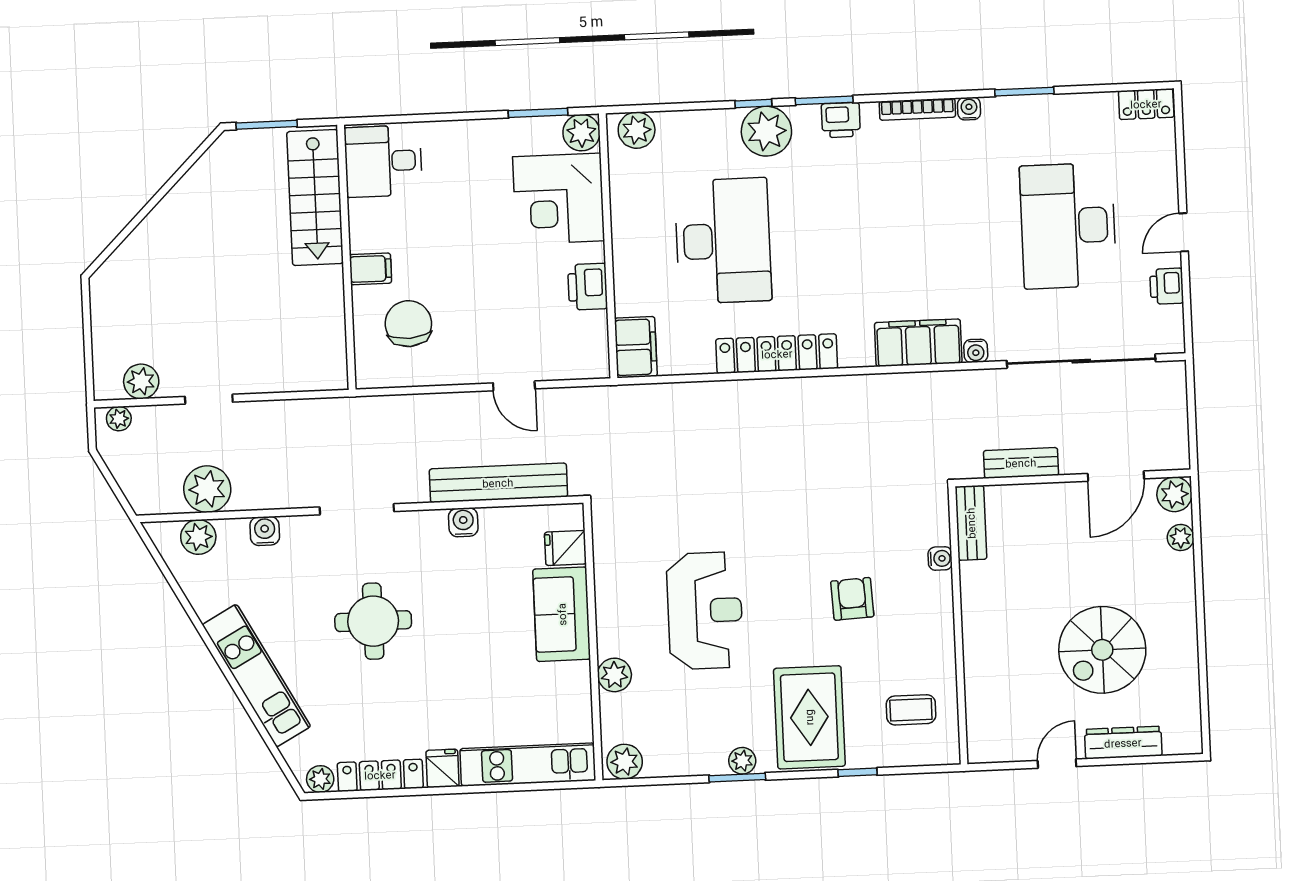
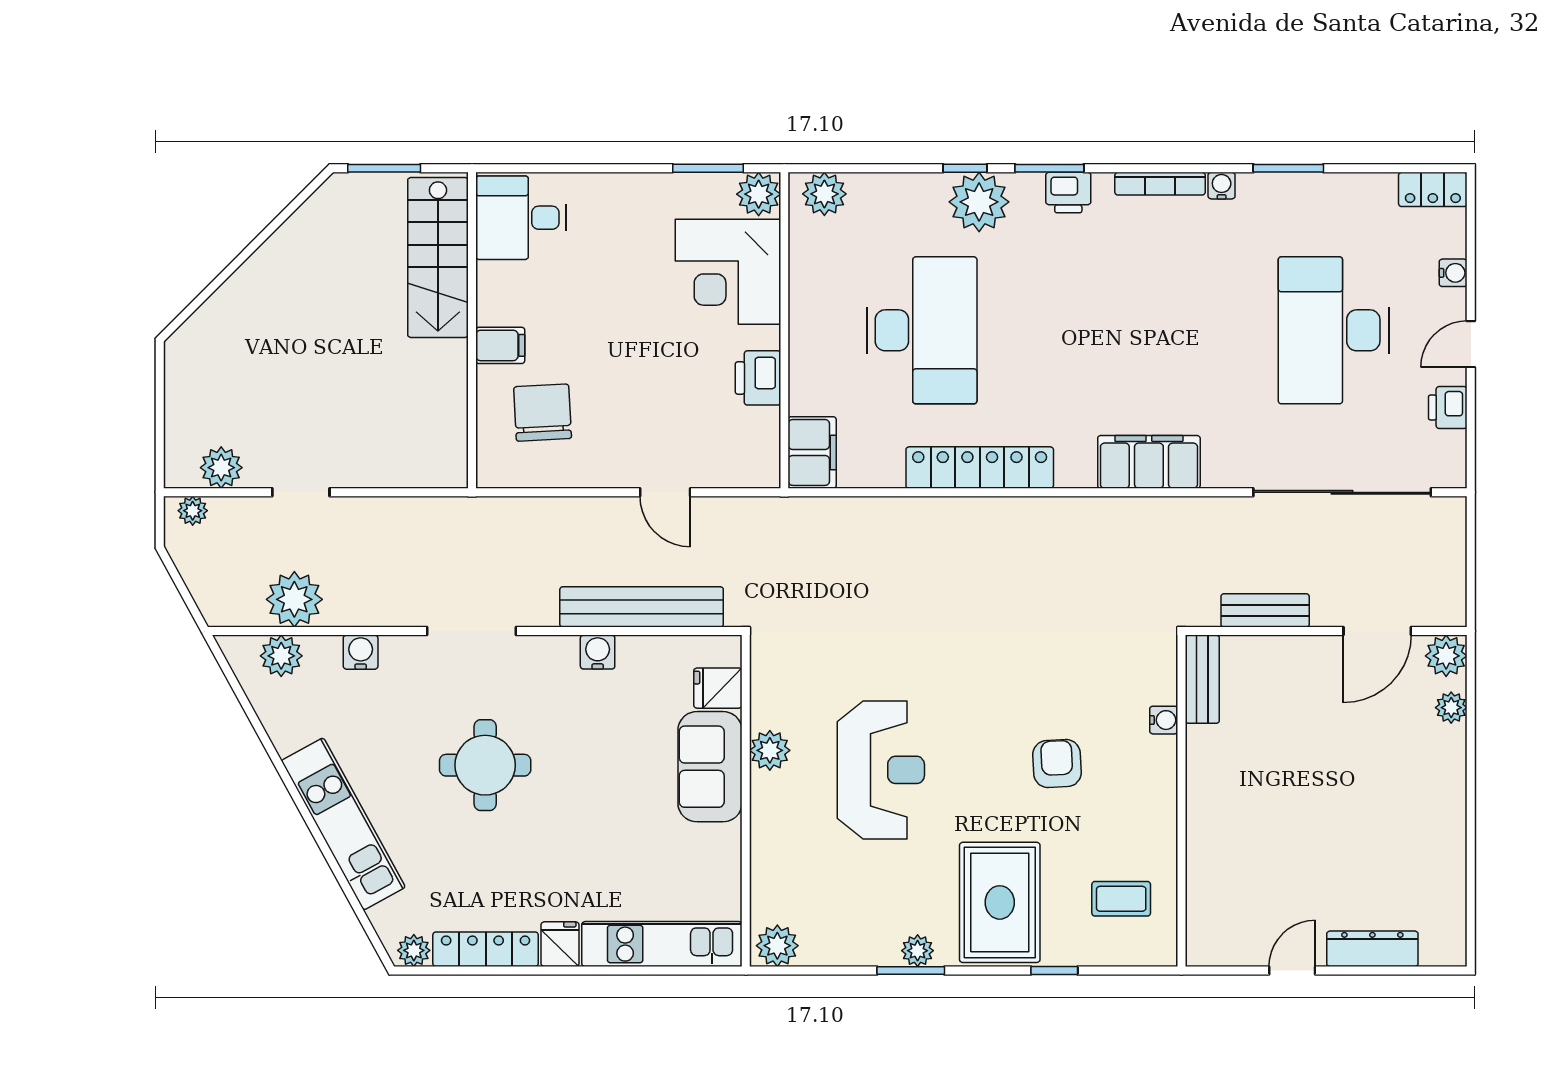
water cooler: (976, 351) -> (1453, 273), moved, turned -90
spiral stairs: (1102, 650) -> (1352, 837), removed
plant: (614, 675) -> (770, 750), moved

